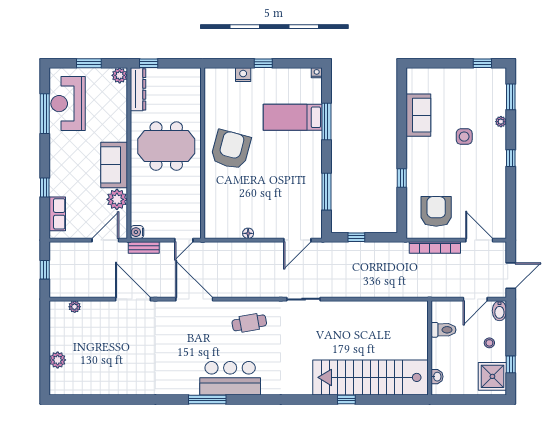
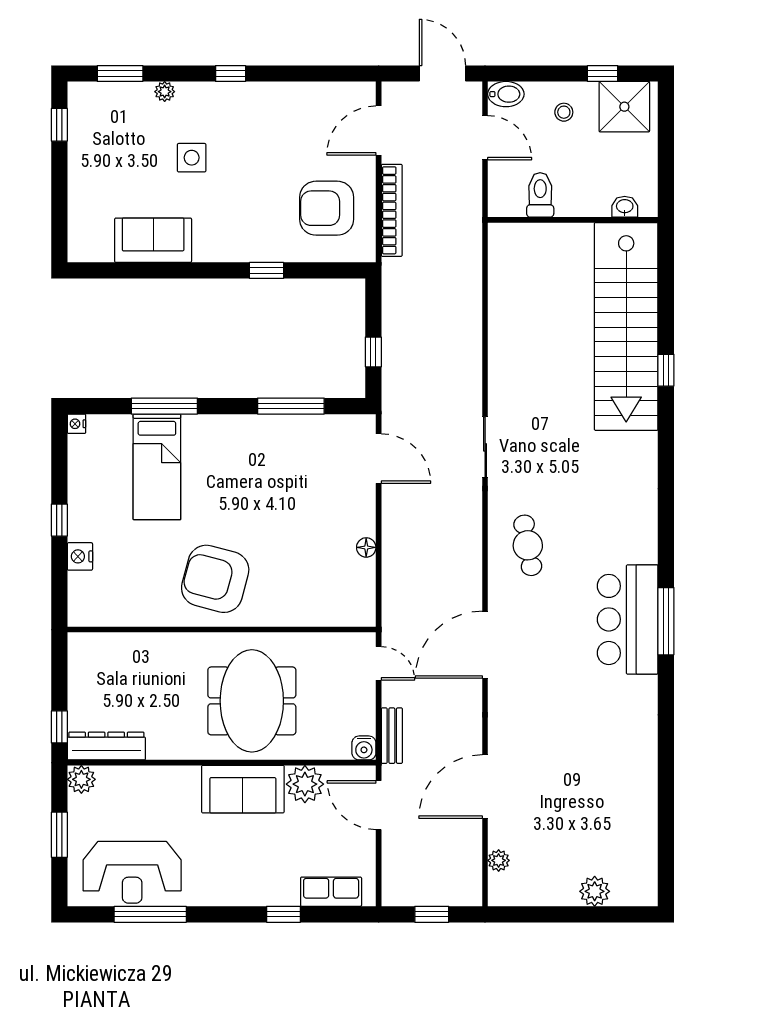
meeting table: (166, 146) -> (252, 701), moved
door: (133, 299) -> (485, 787), moved
bar counter: (230, 378) -> (628, 619), moved

